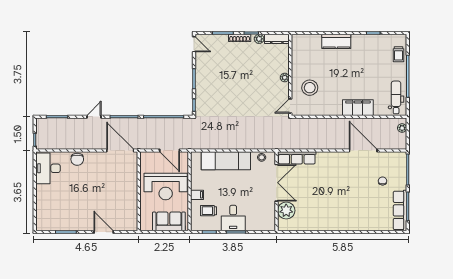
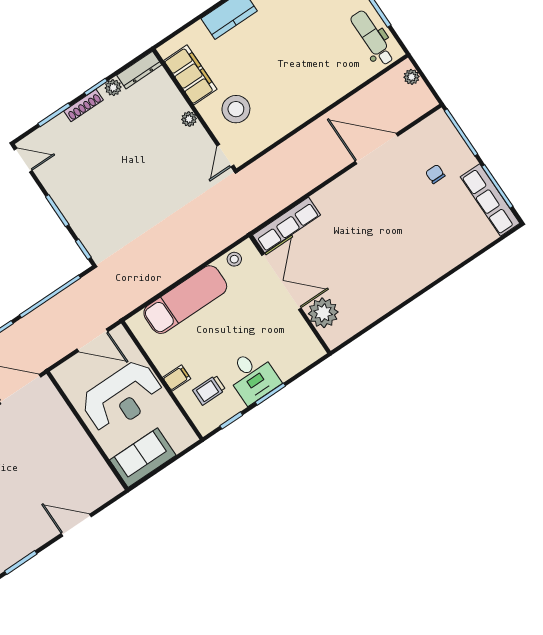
filing cabinet: (358, 108) -> (190, 75), moved, turned 90
sofa: (169, 221) -> (143, 458), moved

